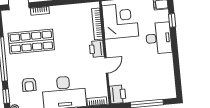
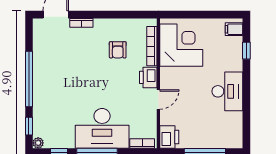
desk: (159, 38) -> (227, 91), moved
shop shelf: (31, 42) -> (67, 60), removed
armchair: (29, 85) -> (118, 50), moved

